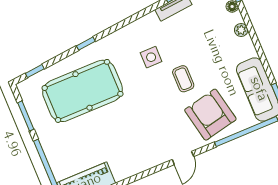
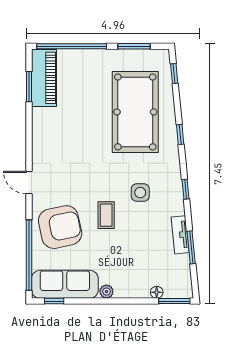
window: (132, 19) -> (185, 189), added
plant: (241, 30) -> (106, 292), moved
coffee table: (183, 79) -> (106, 215), turned 90

